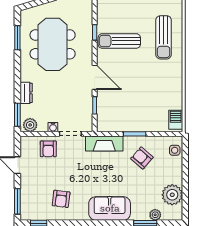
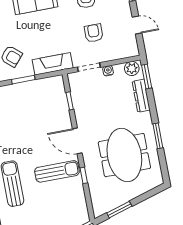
window: (17, 38) -> (158, 136), moved
door: (95, 77) -> (77, 141), moved
dresser: (26, 93) -> (141, 96), width x1.44
armchair: (48, 149) -> (94, 33), moved

